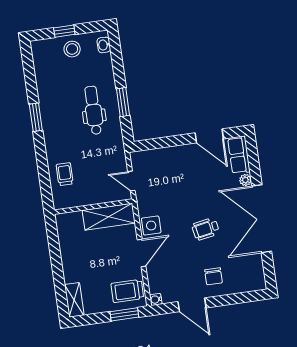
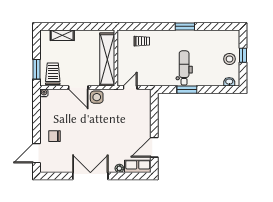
dental chair: (93, 110) -> (184, 68), turned -90
shelving: (109, 217) -> (107, 60), width x1.47
double door: (262, 219) -> (90, 176), width x0.73
wheelchair: (206, 229) -> (89, 135), removed
shelving: (74, 300) -> (62, 35), moved
door: (192, 305) -> (37, 153), moved

